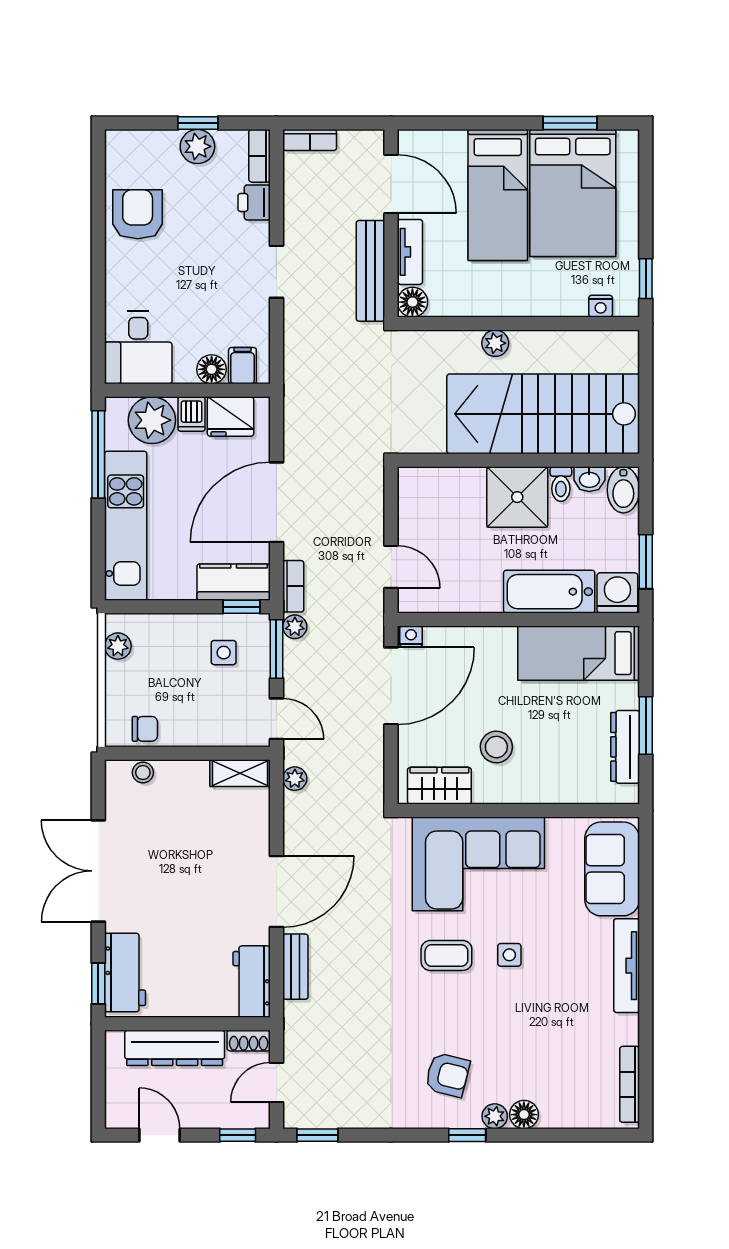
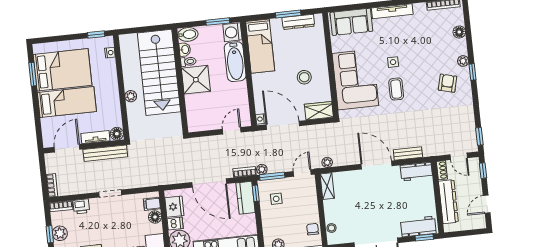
wardrobe: (439, 786) -> (319, 111), moved, turned 90
floor lamp: (524, 1115) -> (459, 32), moved

